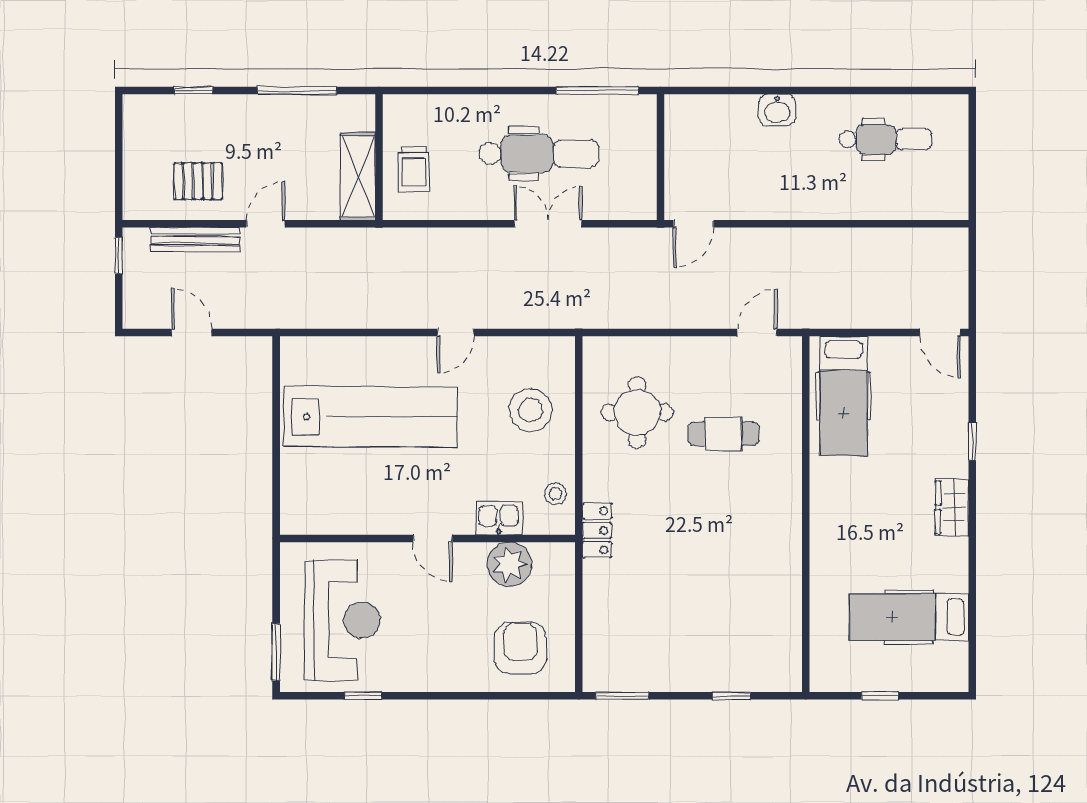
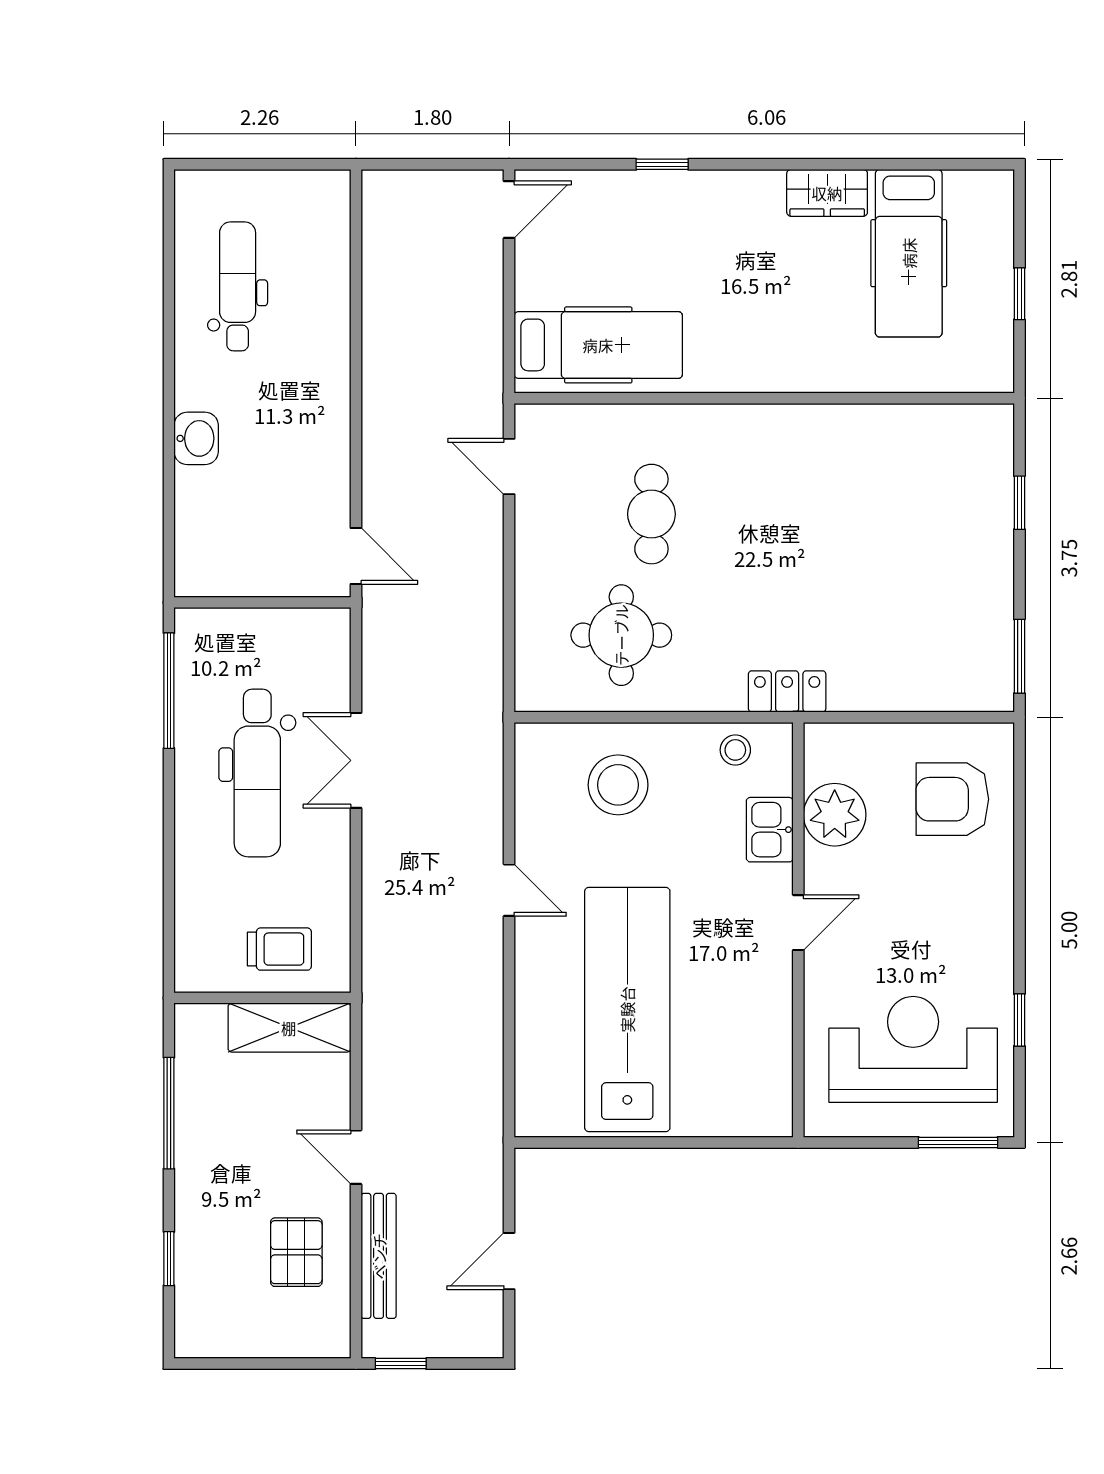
dental chair: (539, 153) -> (257, 773), turned 180
wardrobe: (952, 507) -> (827, 193), moved

